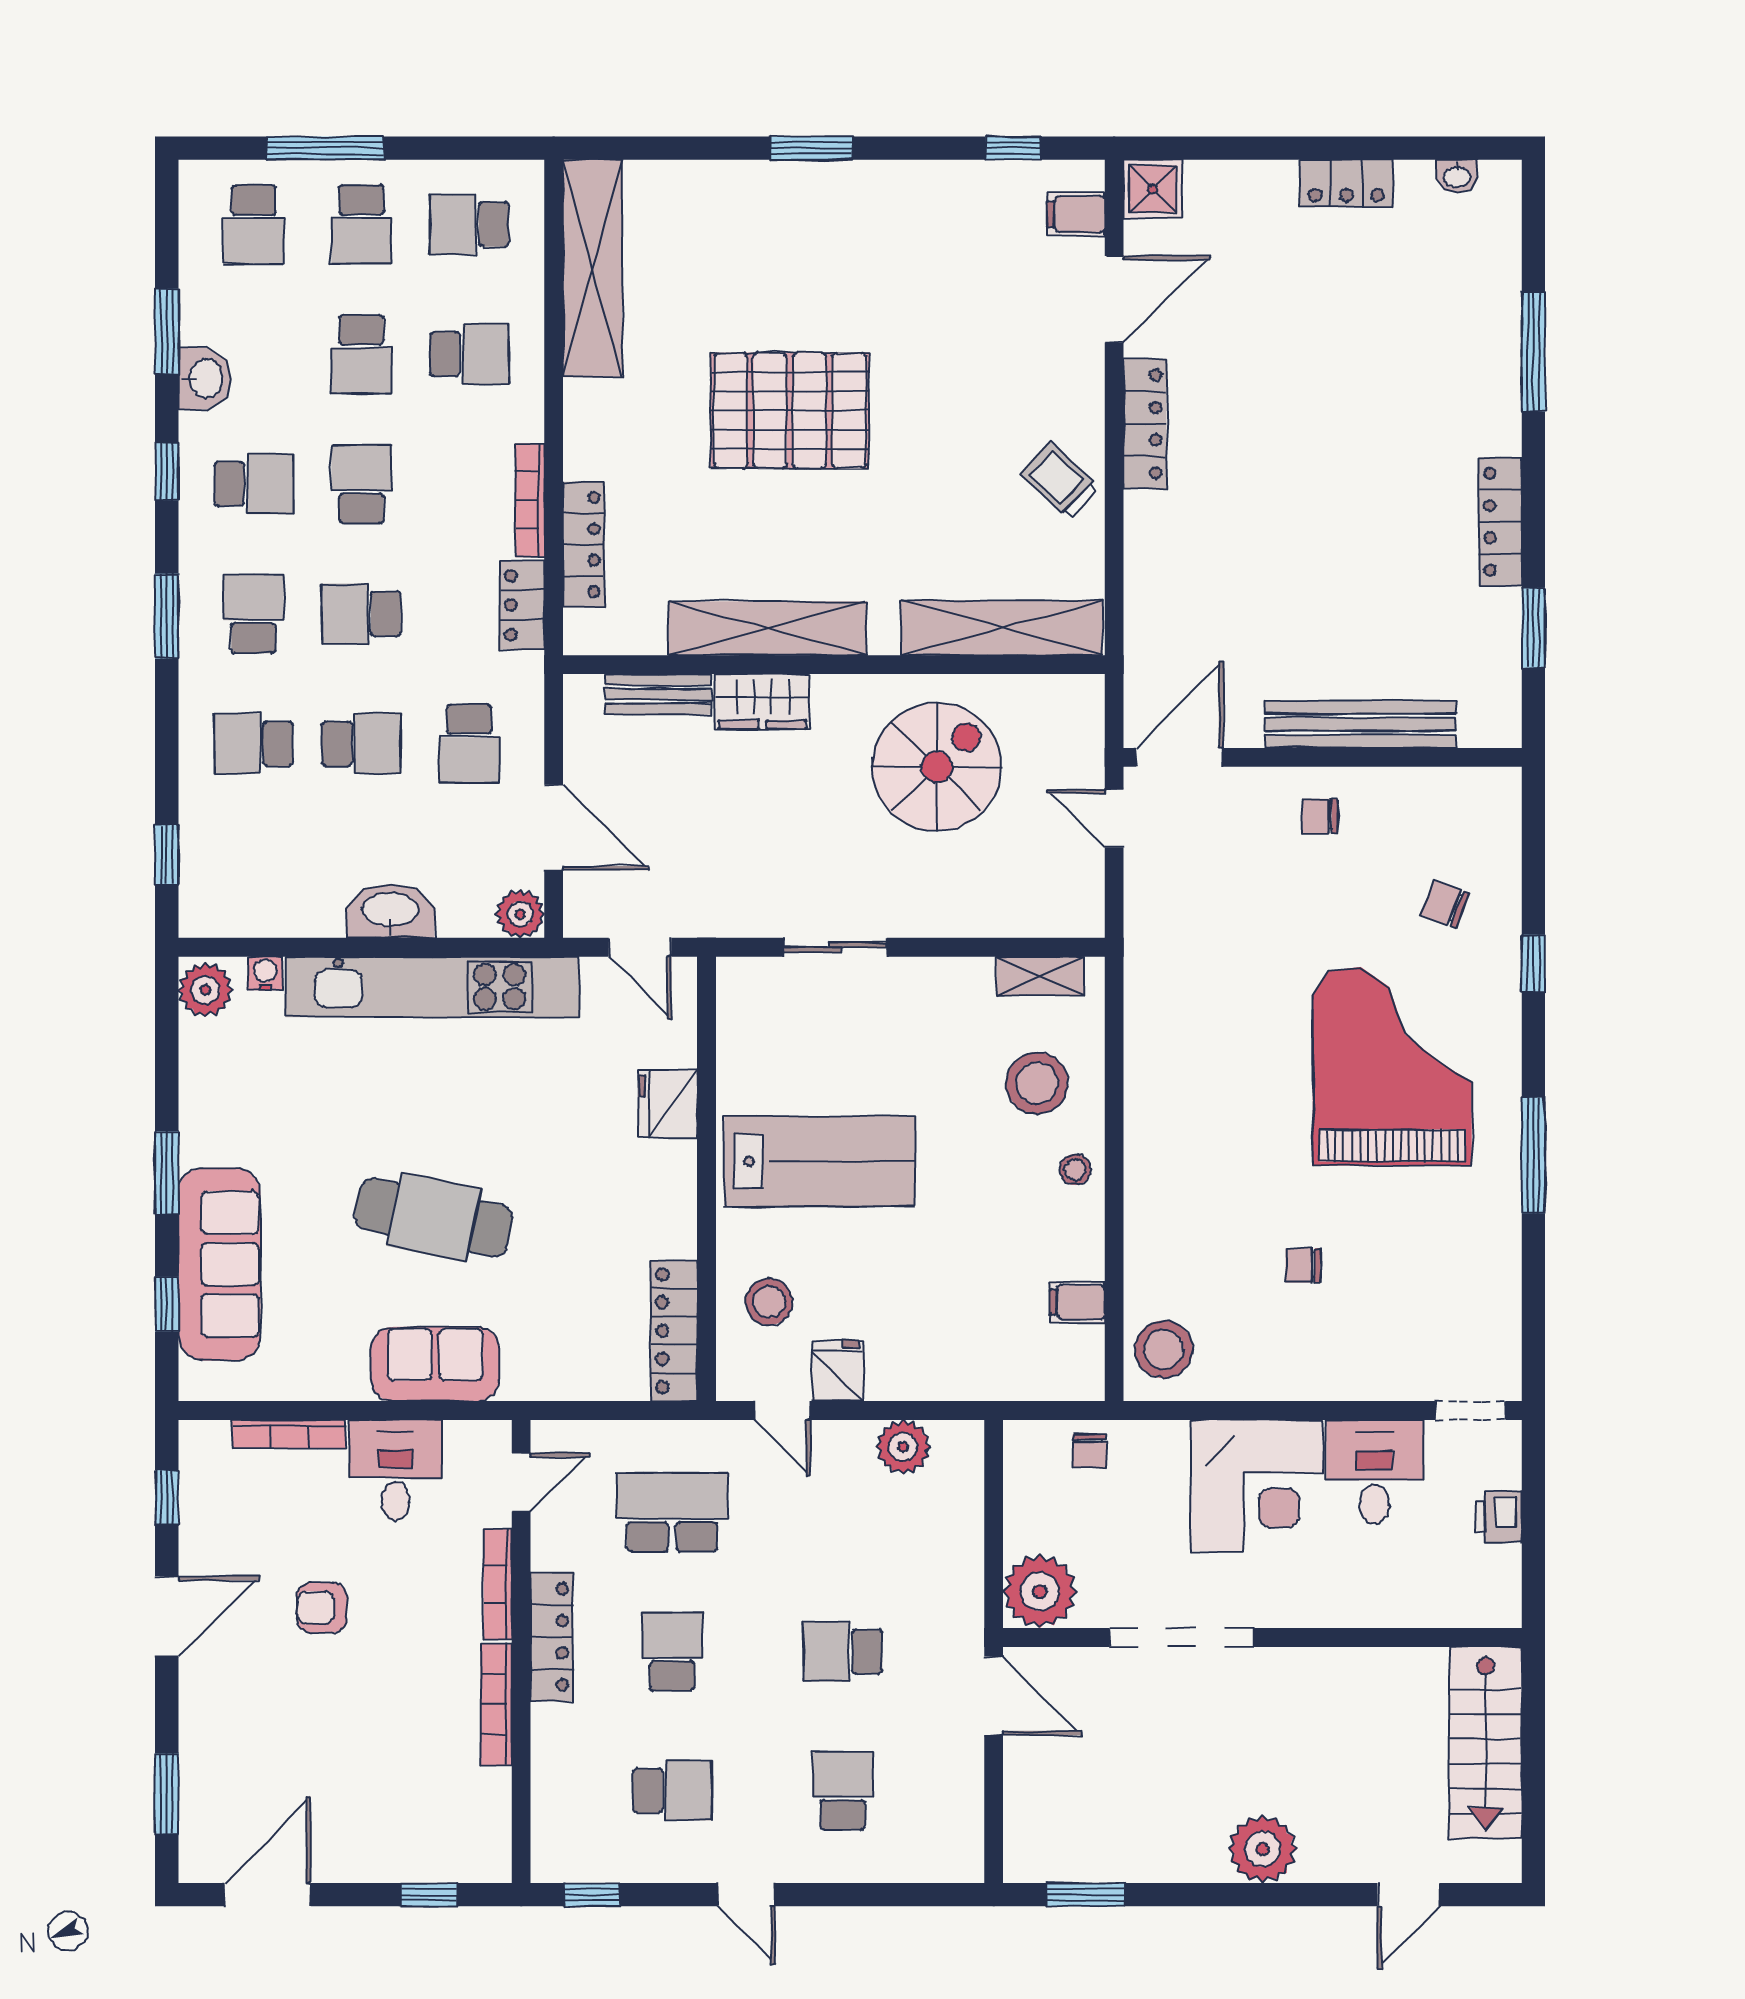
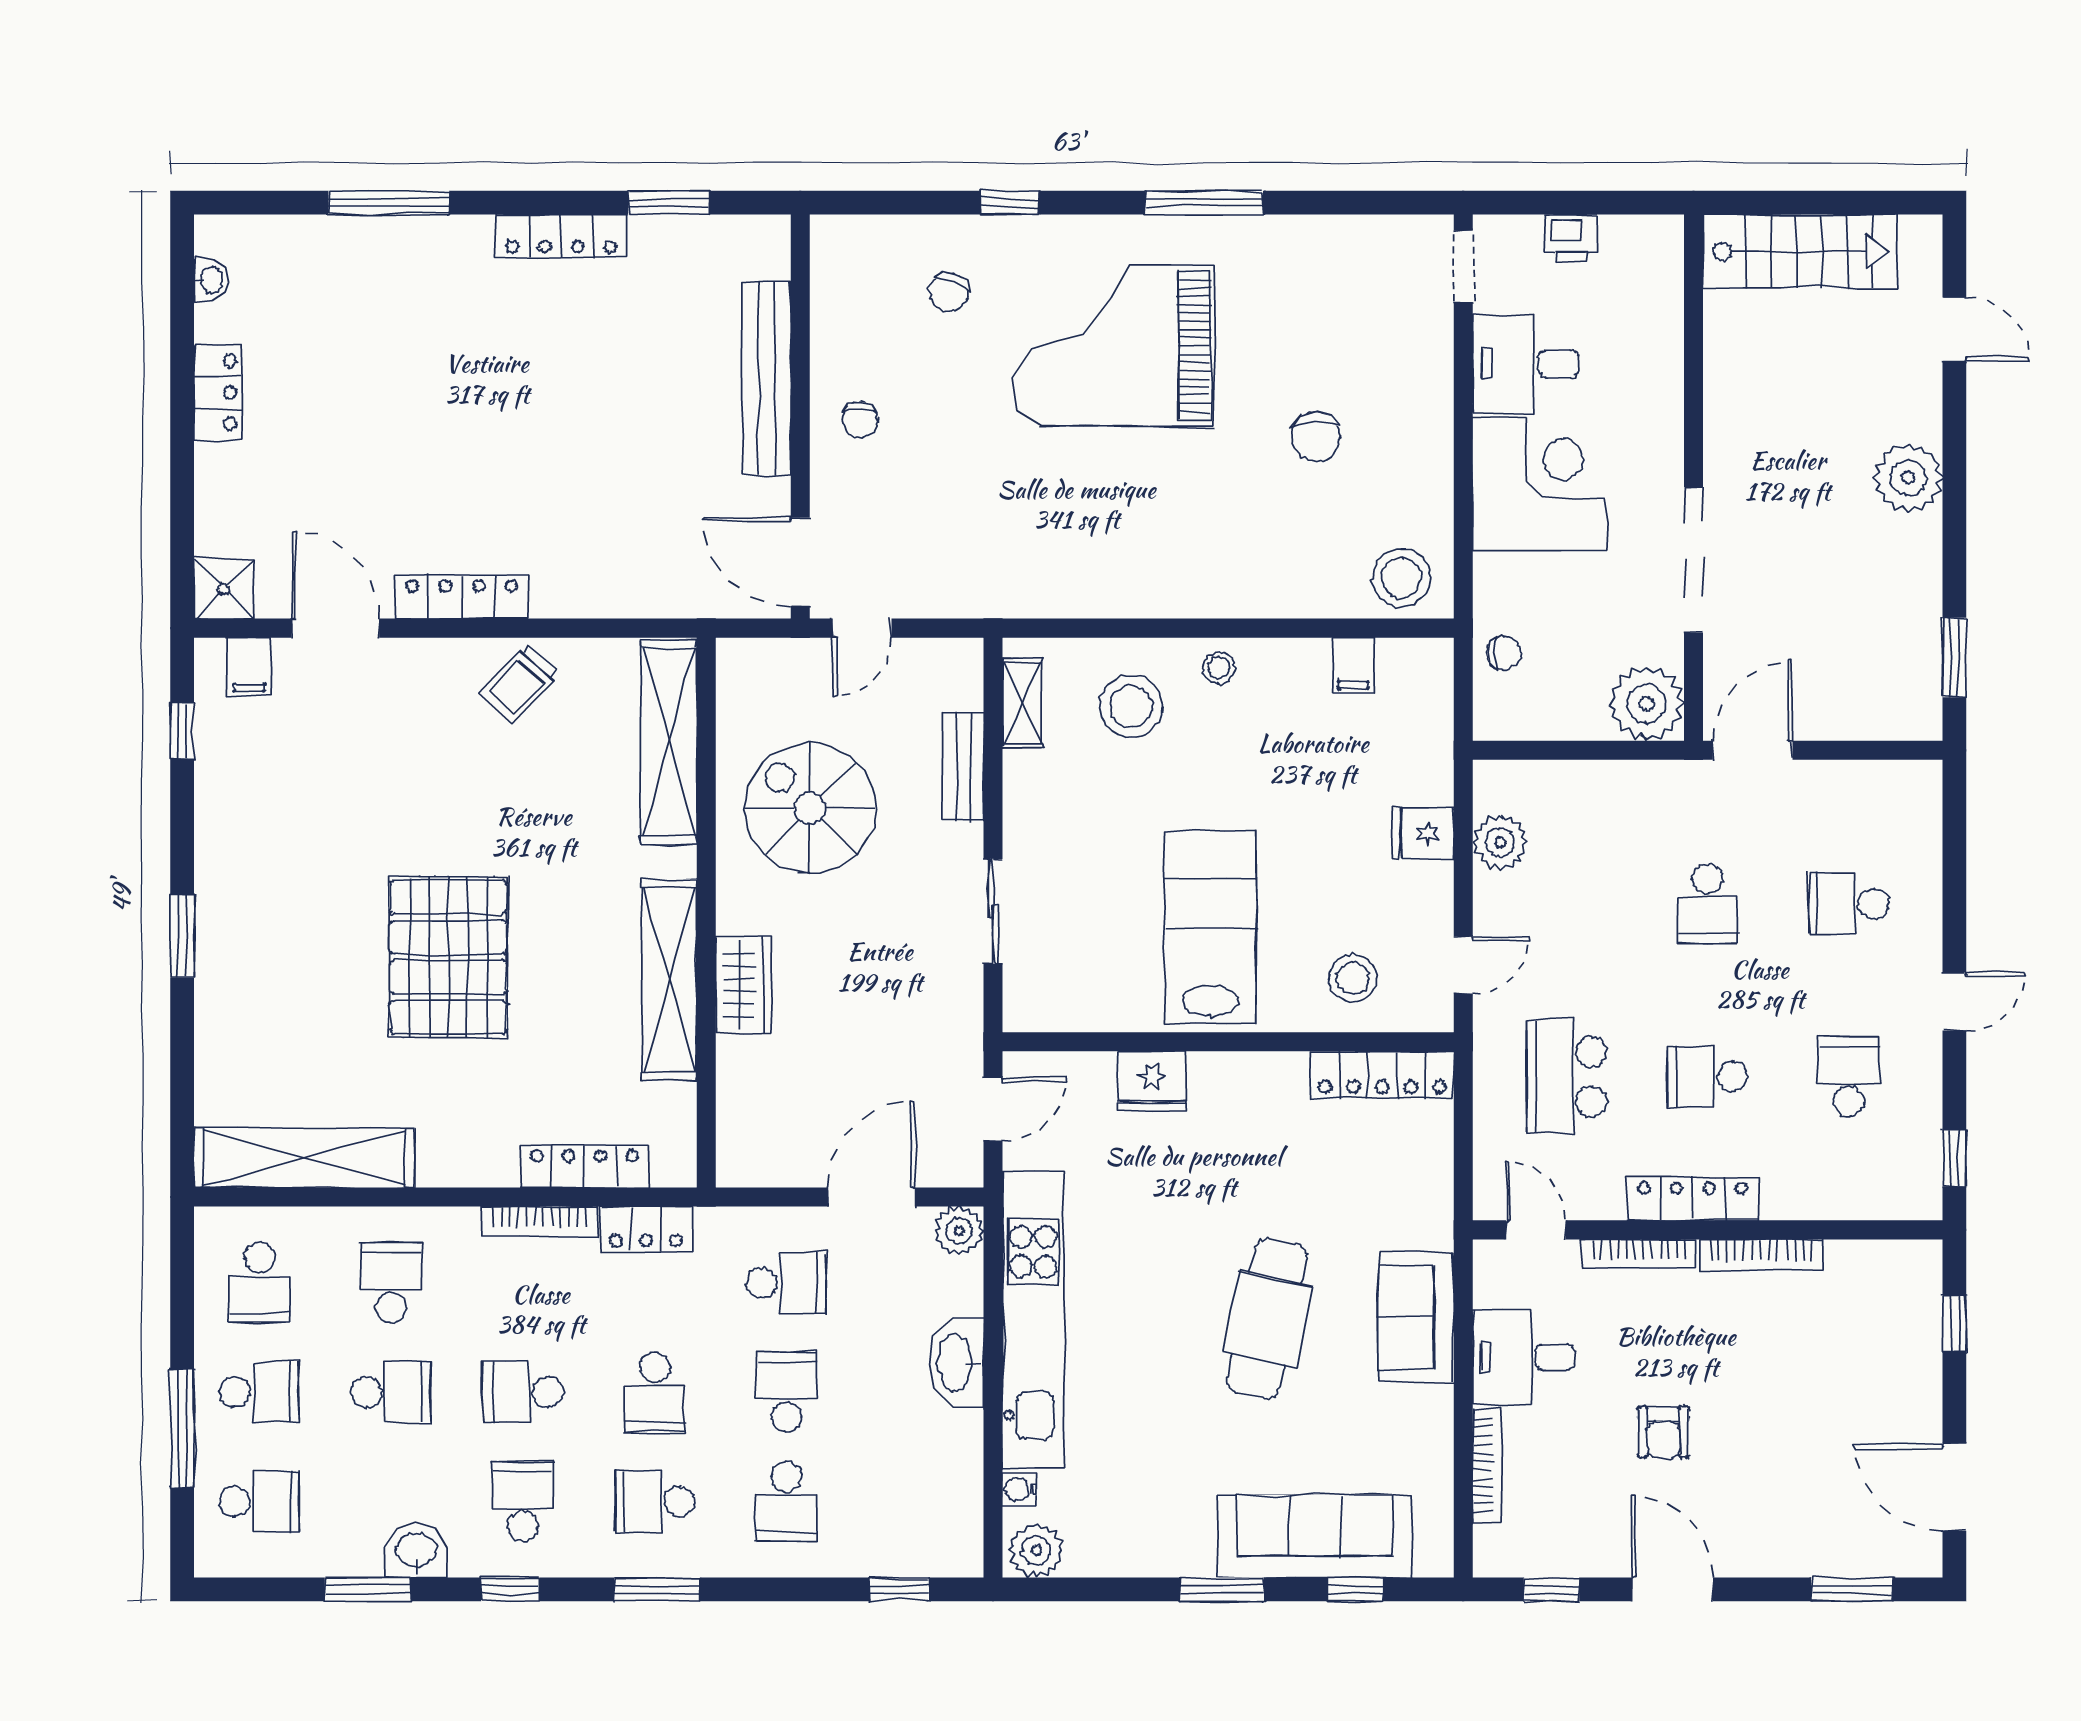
bench: (658, 694) -> (963, 766), moved
chair: (1303, 1265) -> (1316, 436), width x1.37, depth x1.37
fridge: (838, 1371) -> (1423, 833), moved

